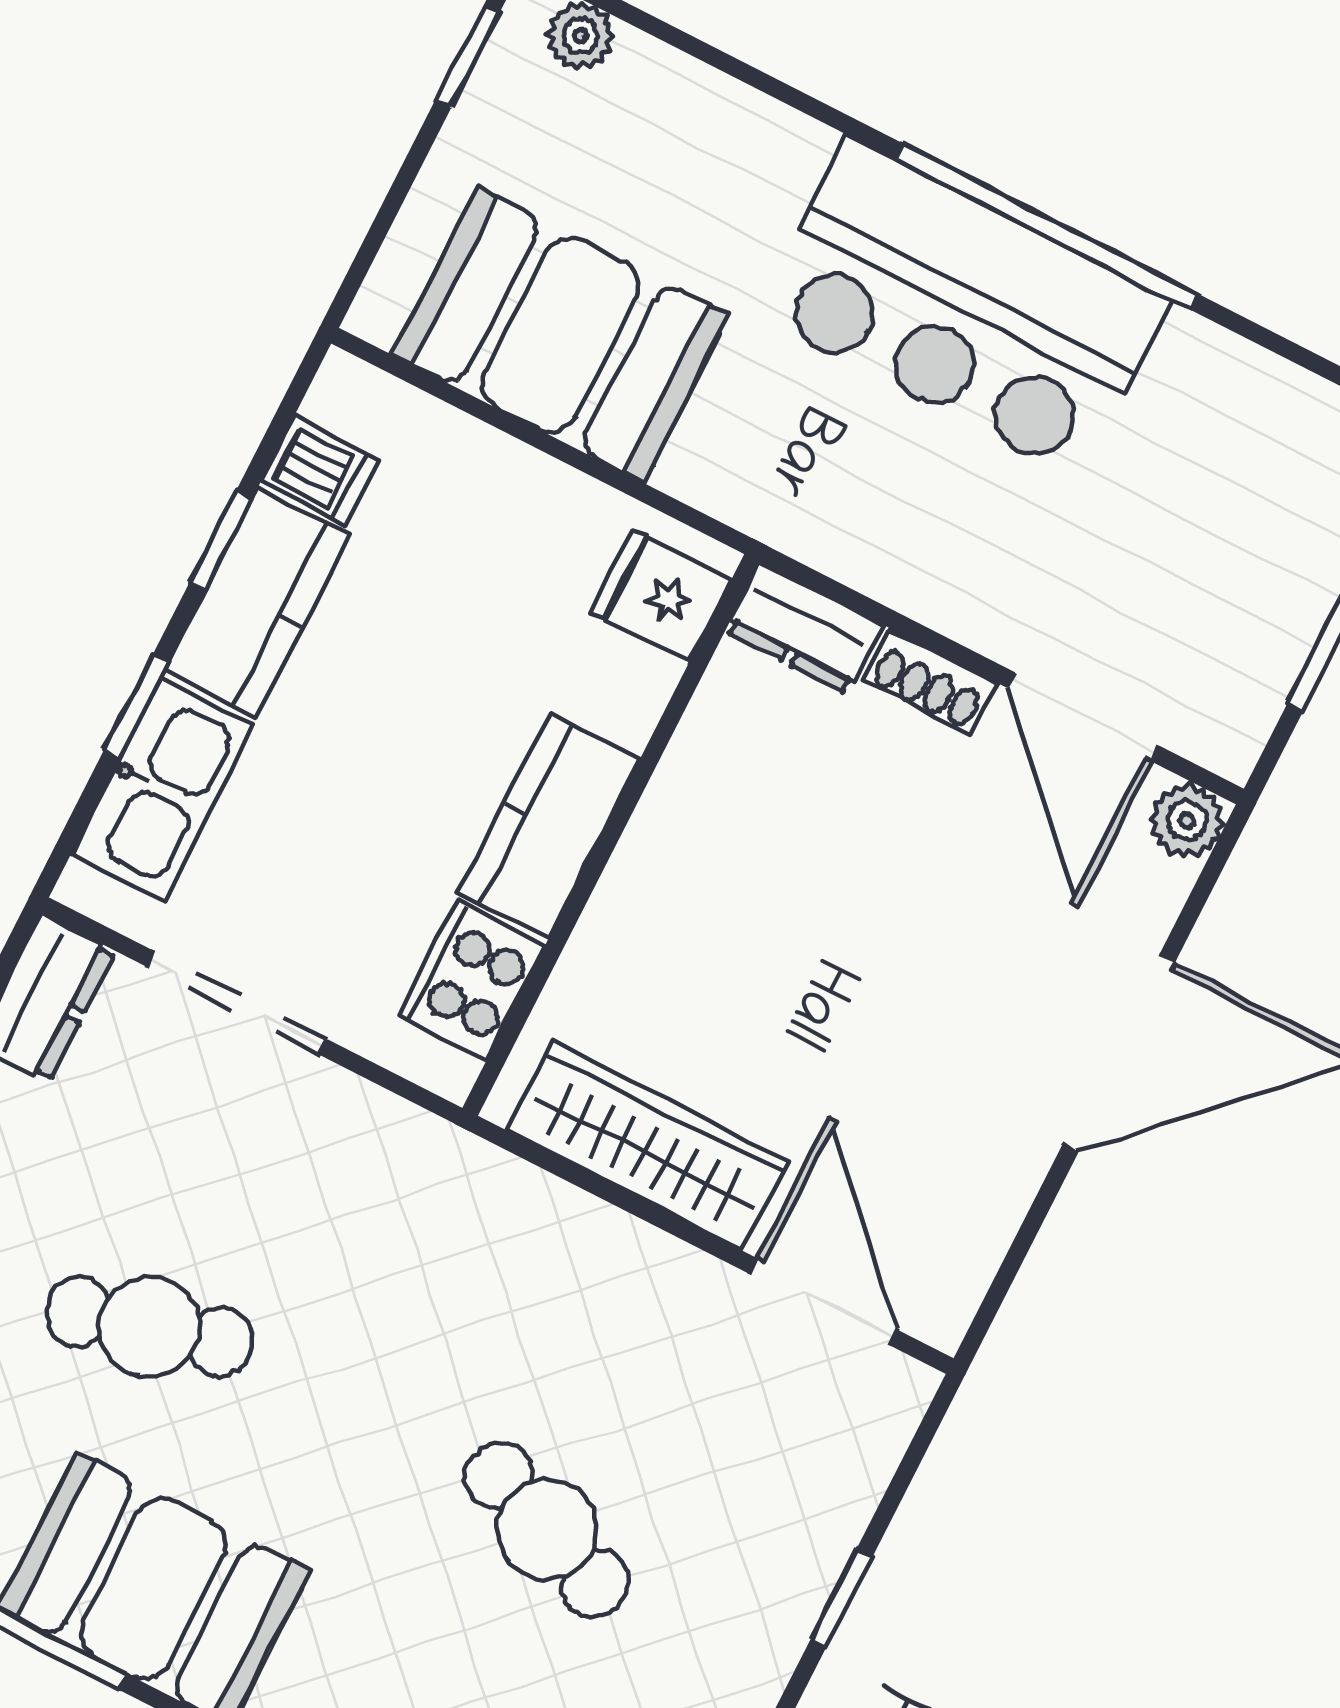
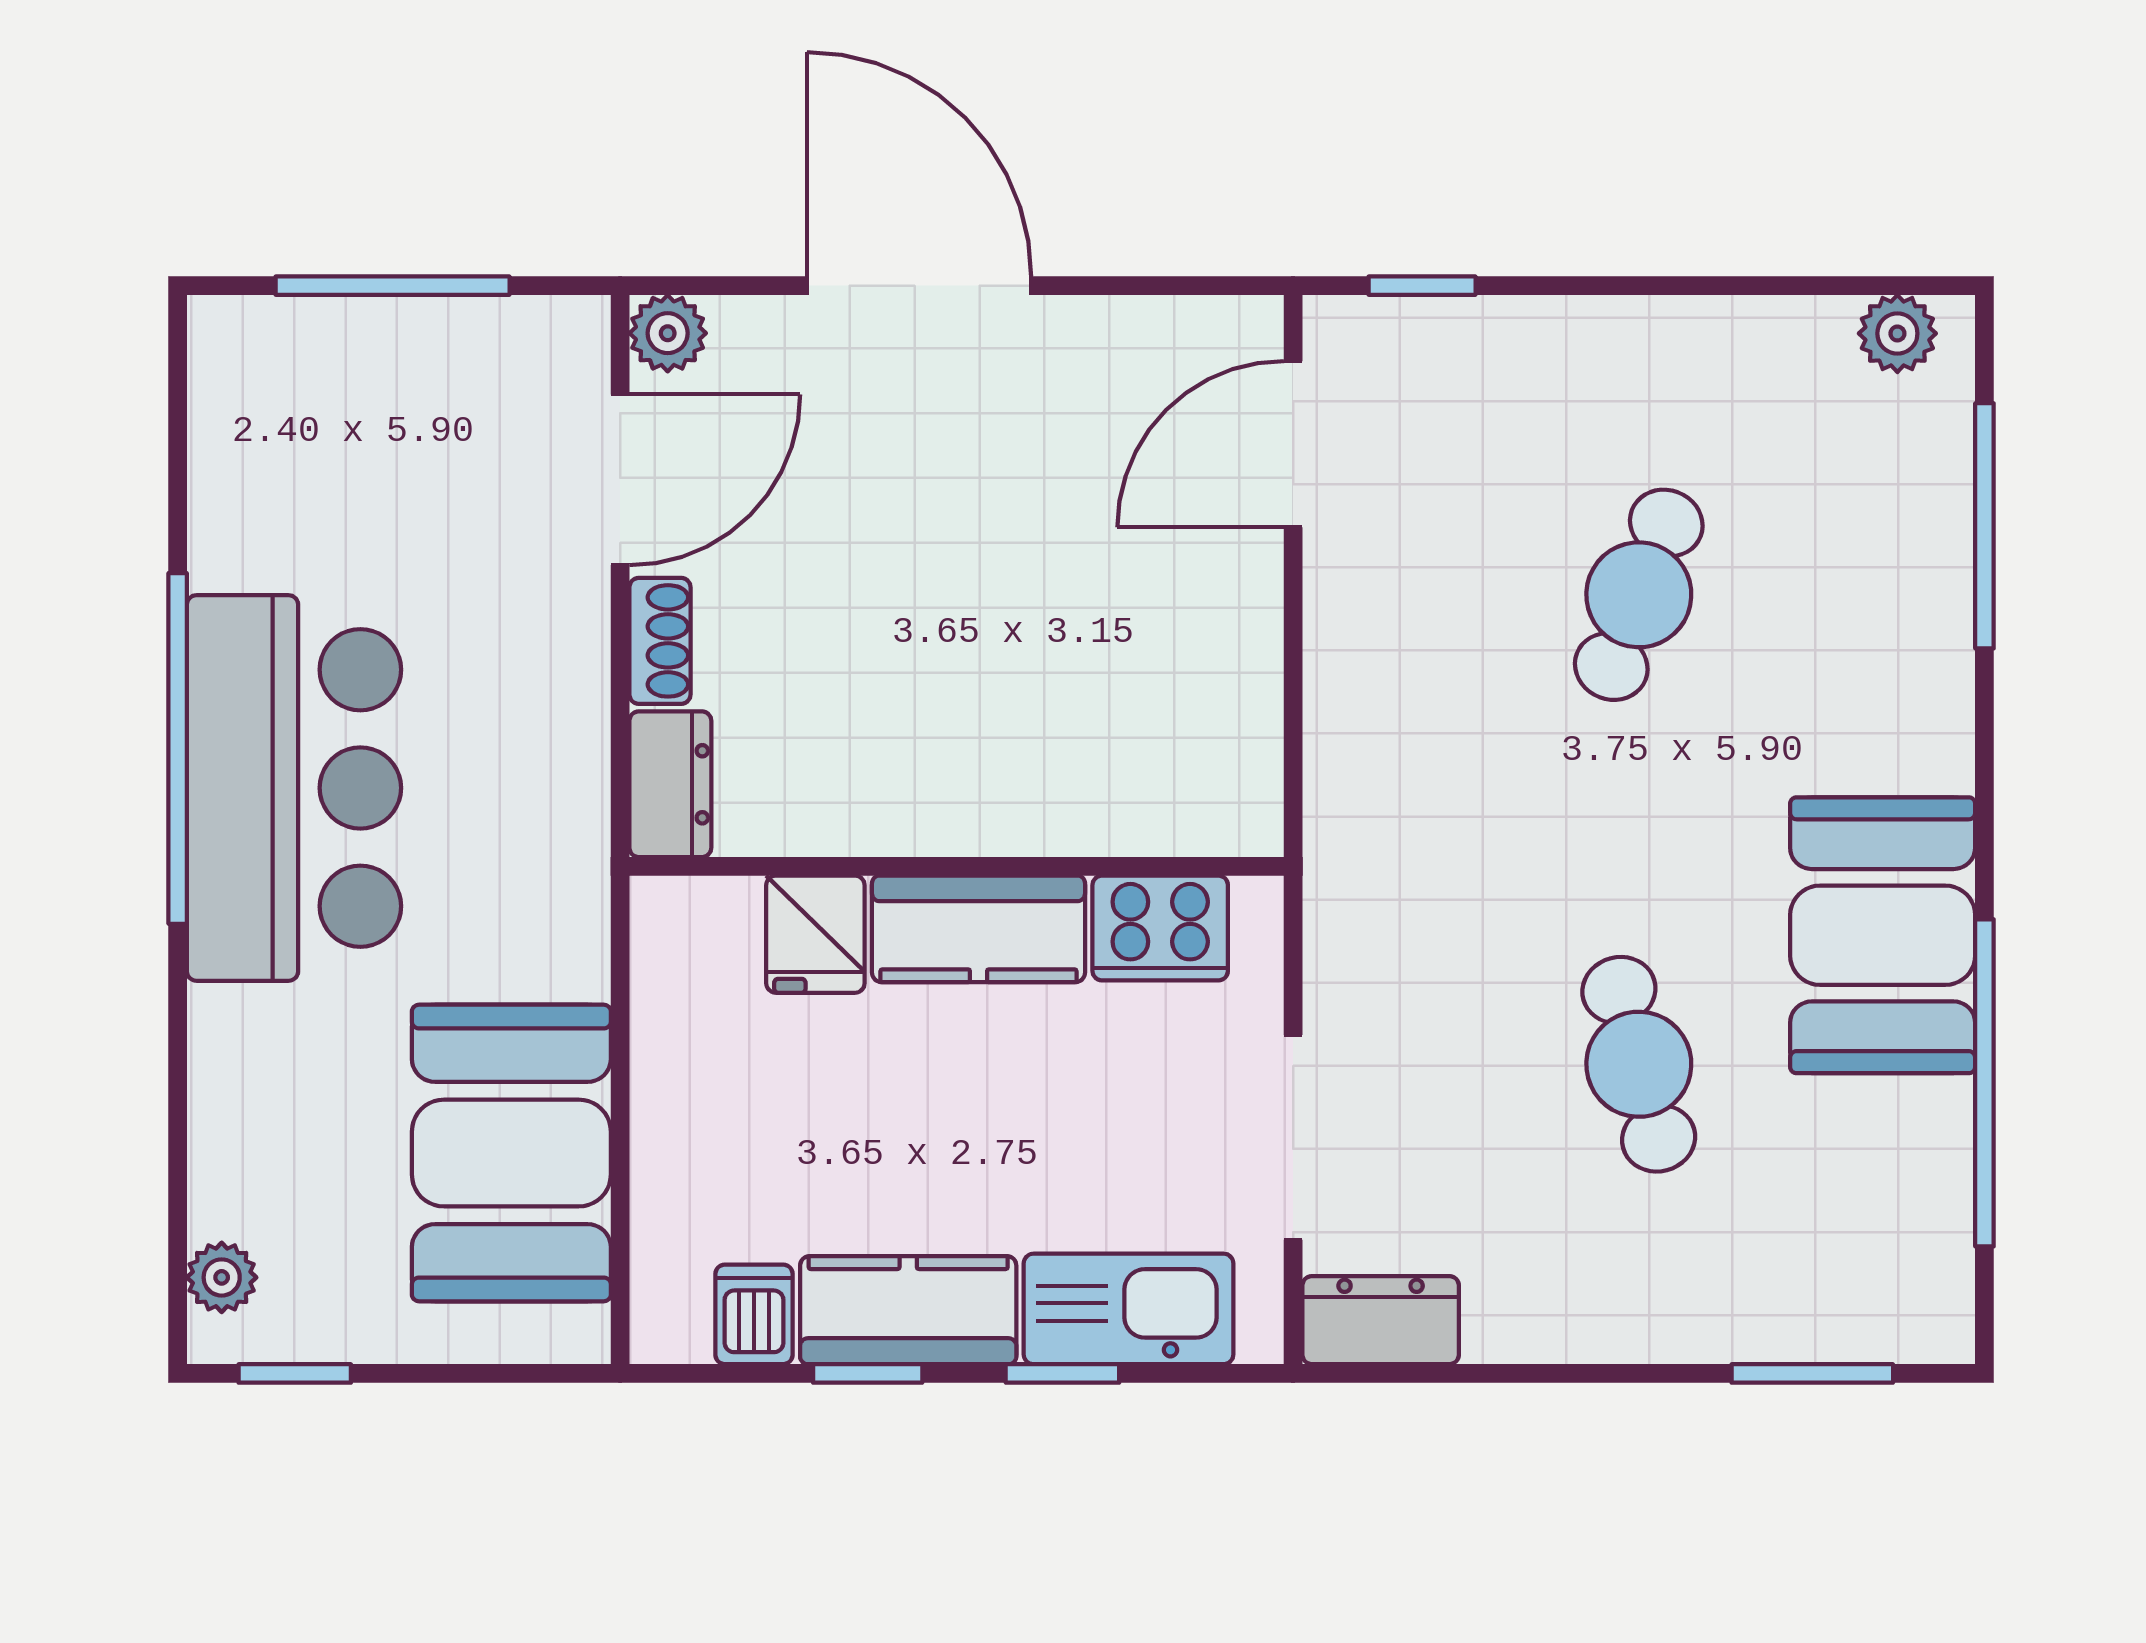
fridge: (661, 596) -> (815, 934), moved
wardrobe: (648, 1145) -> (1230, 684), removed
window: (841, 1598) -> (1422, 286), moved

